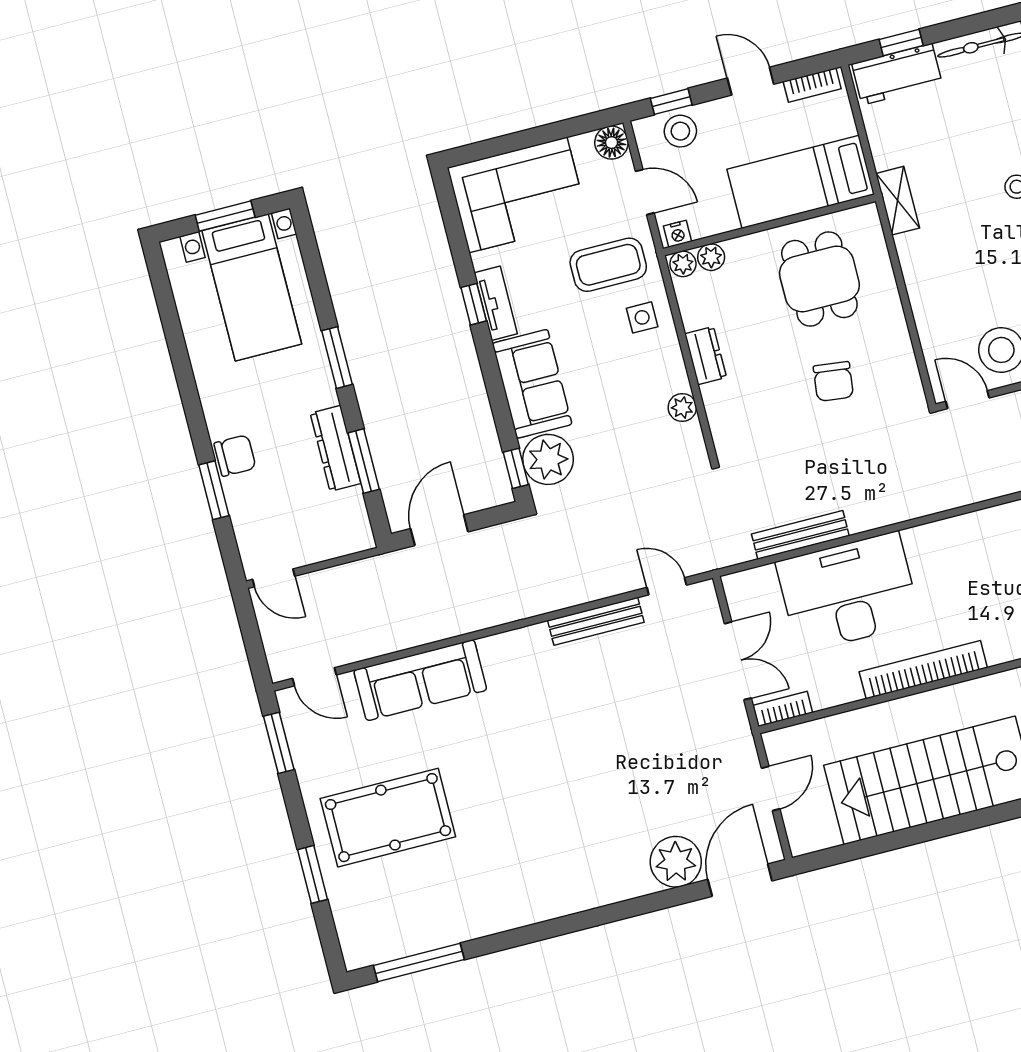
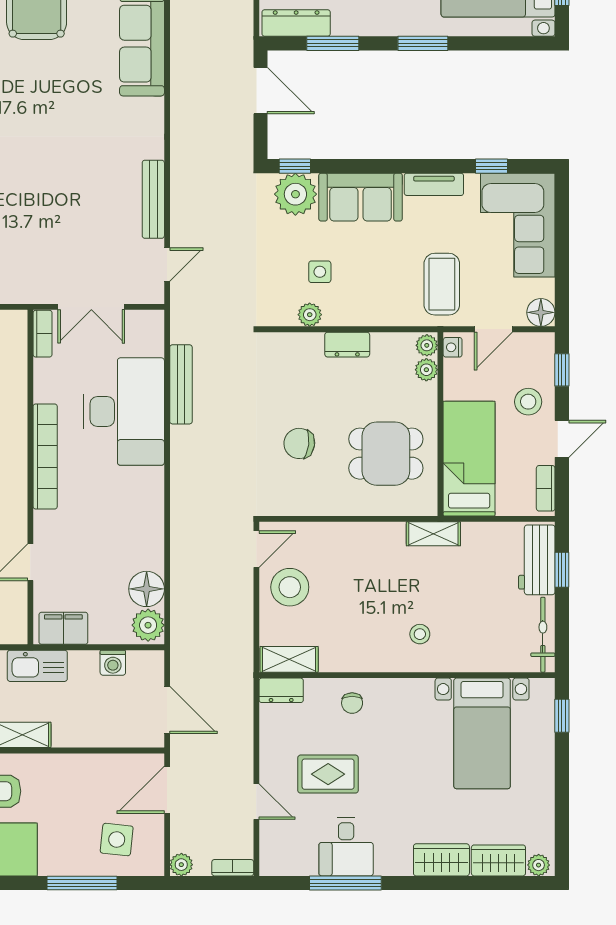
stool: (680, 131) -> (528, 402), moved
window: (474, 304) -> (491, 166), moved
side table: (642, 317) -> (320, 272), moved
dresser: (335, 448) -> (296, 23), moved

